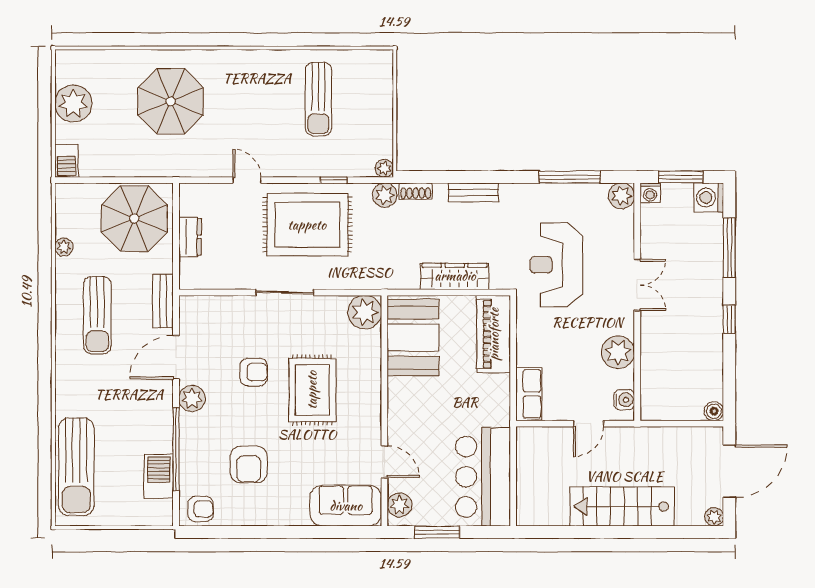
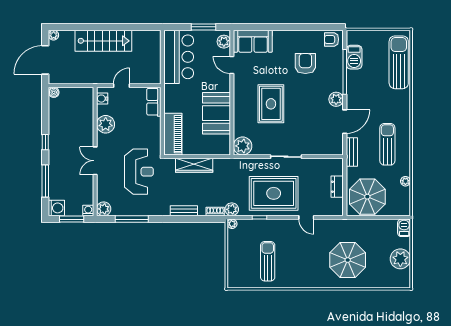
booth: (413, 338) -> (216, 113), moved
armchair: (254, 372) -> (303, 114), removed

